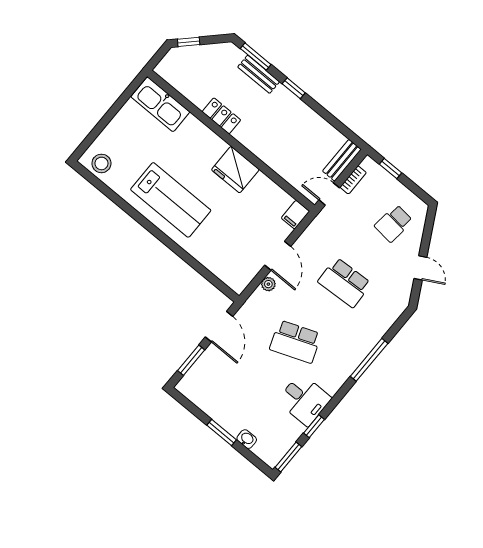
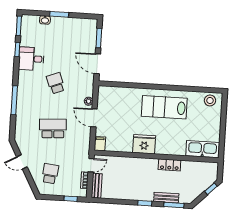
school desk: (295, 342) -> (56, 83), width x0.54

